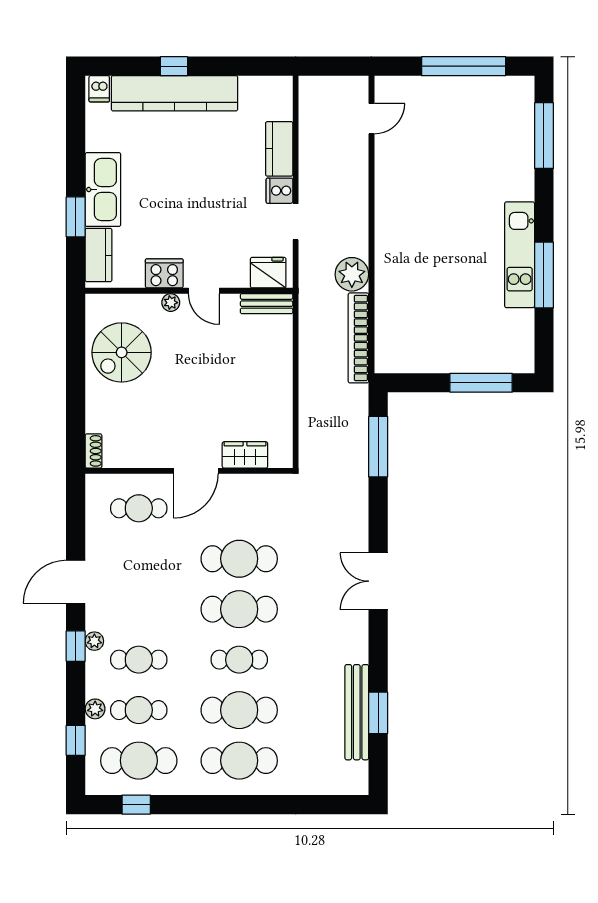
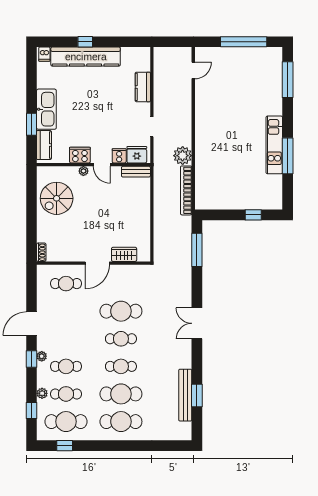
cooker: (280, 191) -> (119, 156), moved, turned 90
window: (481, 383) -> (253, 215), width x0.46
cafe table: (239, 609) -> (121, 339), width x0.73, depth x0.74

